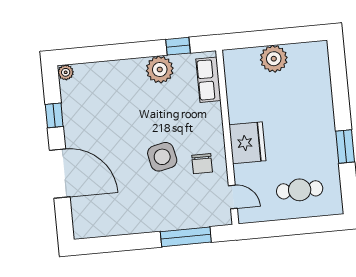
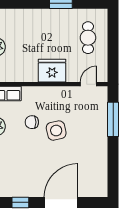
chair: (202, 164) -> (32, 122), moved, turned 180

